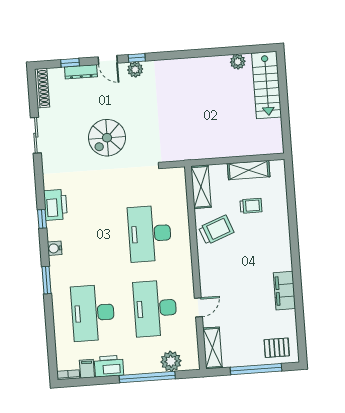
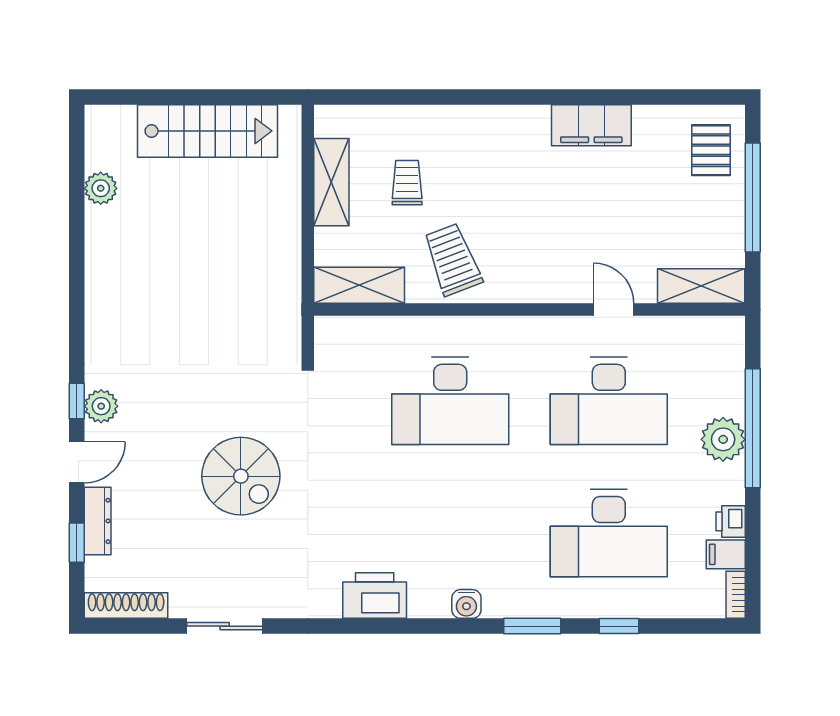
stairs: (267, 85) -> (208, 131), moved
window: (42, 219) -> (619, 626), moved
plant: (171, 361) -> (723, 439), moved
printer: (109, 366) -> (731, 521), width x0.53, depth x0.68

